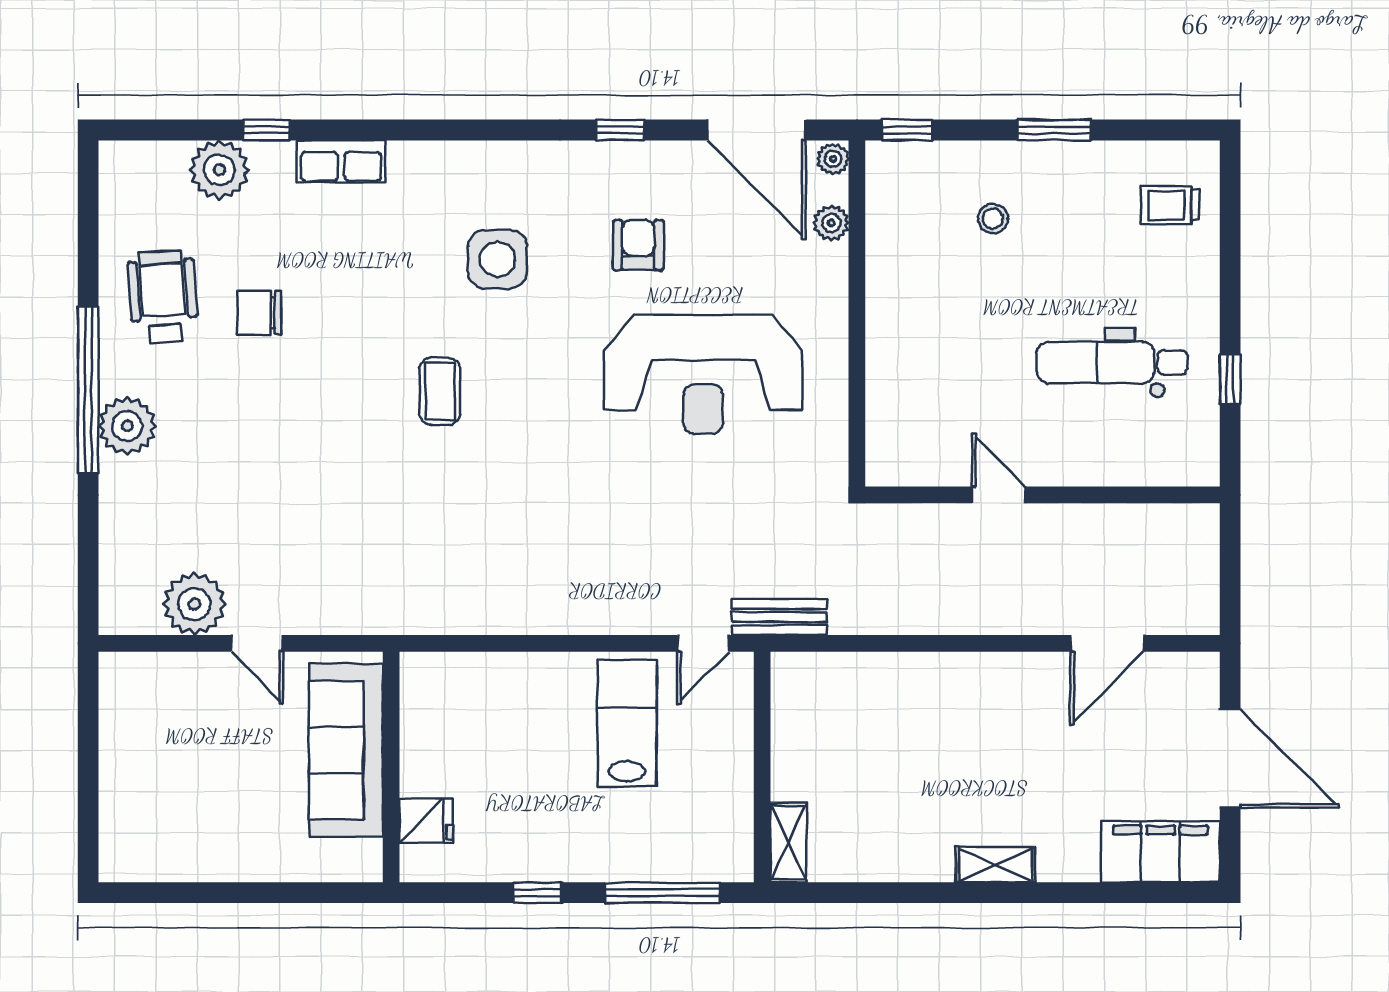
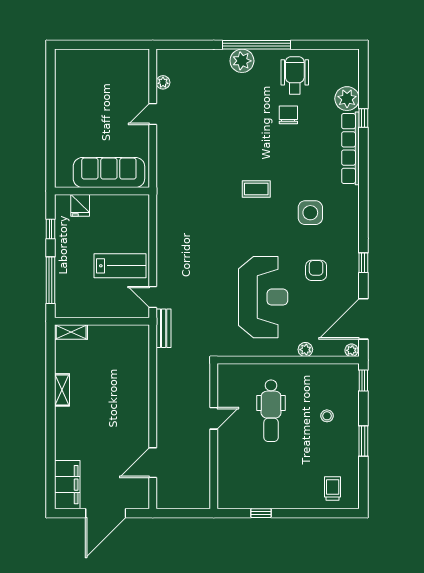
row of seats: (341, 161) -> (350, 148), width x2.02
plant: (831, 223) -> (305, 350), moved
armchair: (638, 245) -> (316, 270), turned -90
wheelchair: (163, 297) -> (295, 75), turned -86
dental chair: (1112, 363) -> (271, 411), moved, turned 180
reception desk: (703, 374) -> (263, 297), turned 180
plant: (194, 604) -> (163, 82), width x0.53, depth x0.53
door: (1107, 643) -> (153, 463), hinge flipped
sofa: (346, 750) -> (109, 173), moved
wall: (391, 767) -> (102, 191), moved
fridge: (426, 821) -> (80, 205), moved
shelving: (995, 865) -> (62, 390), moved

